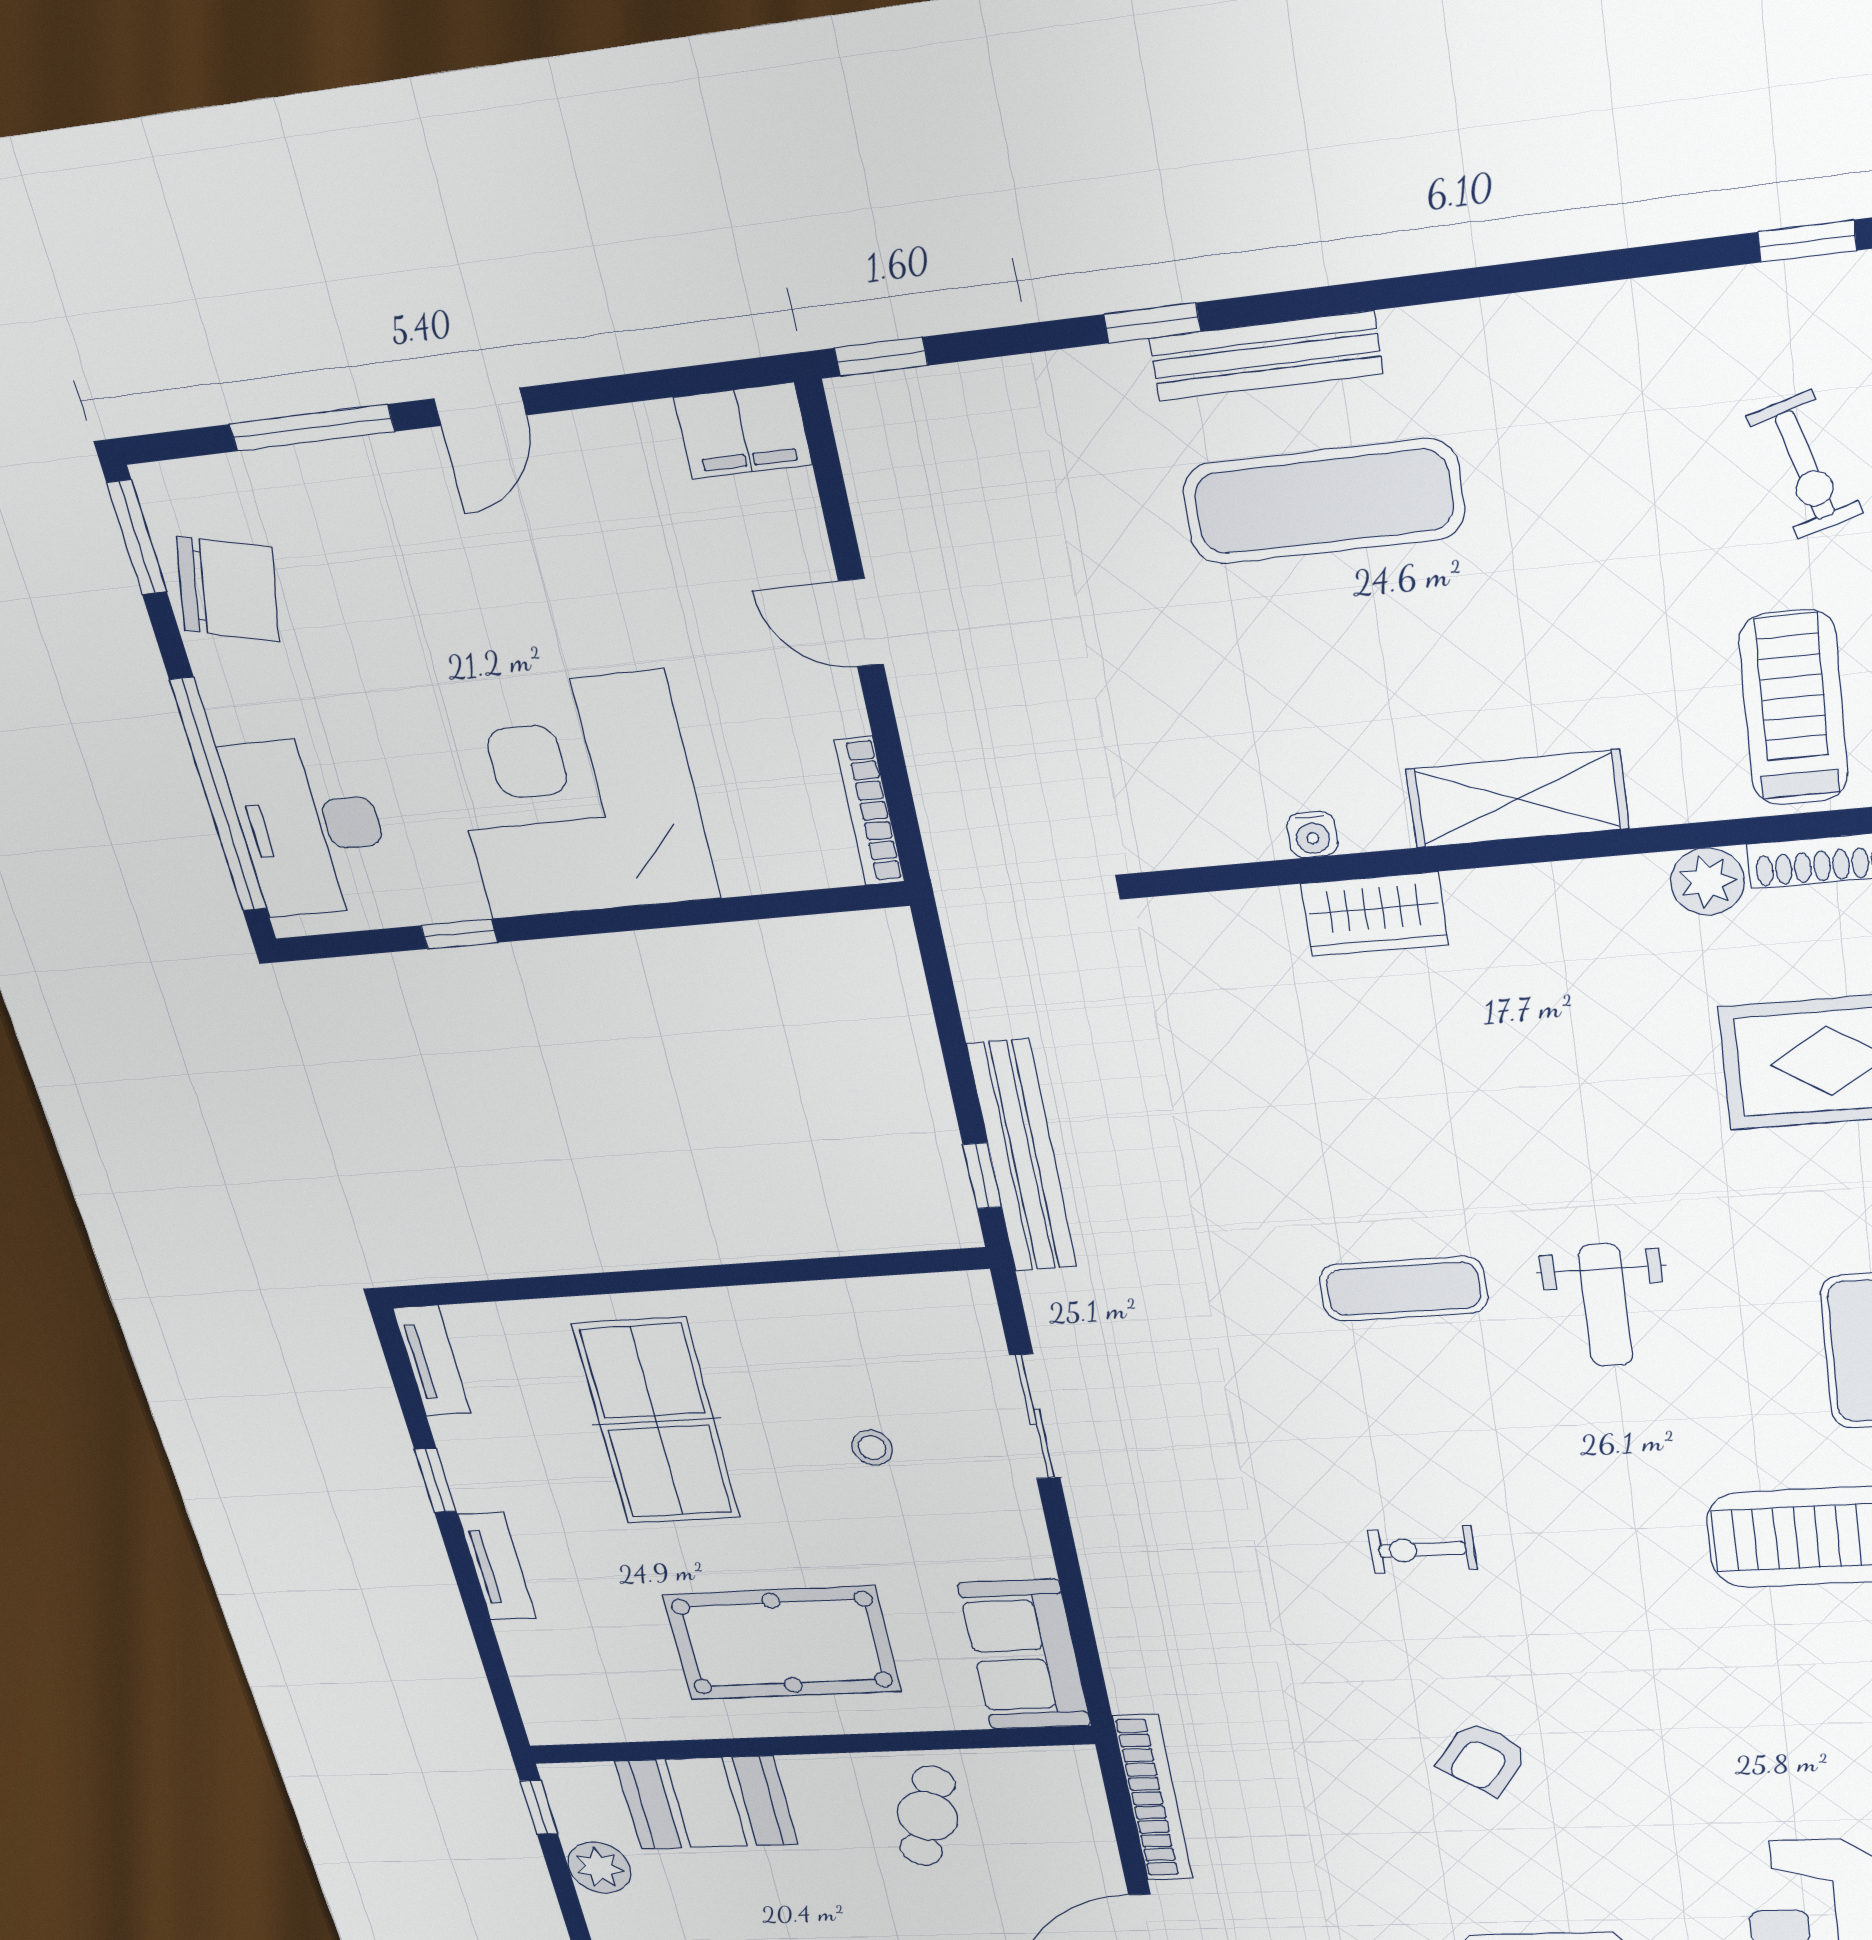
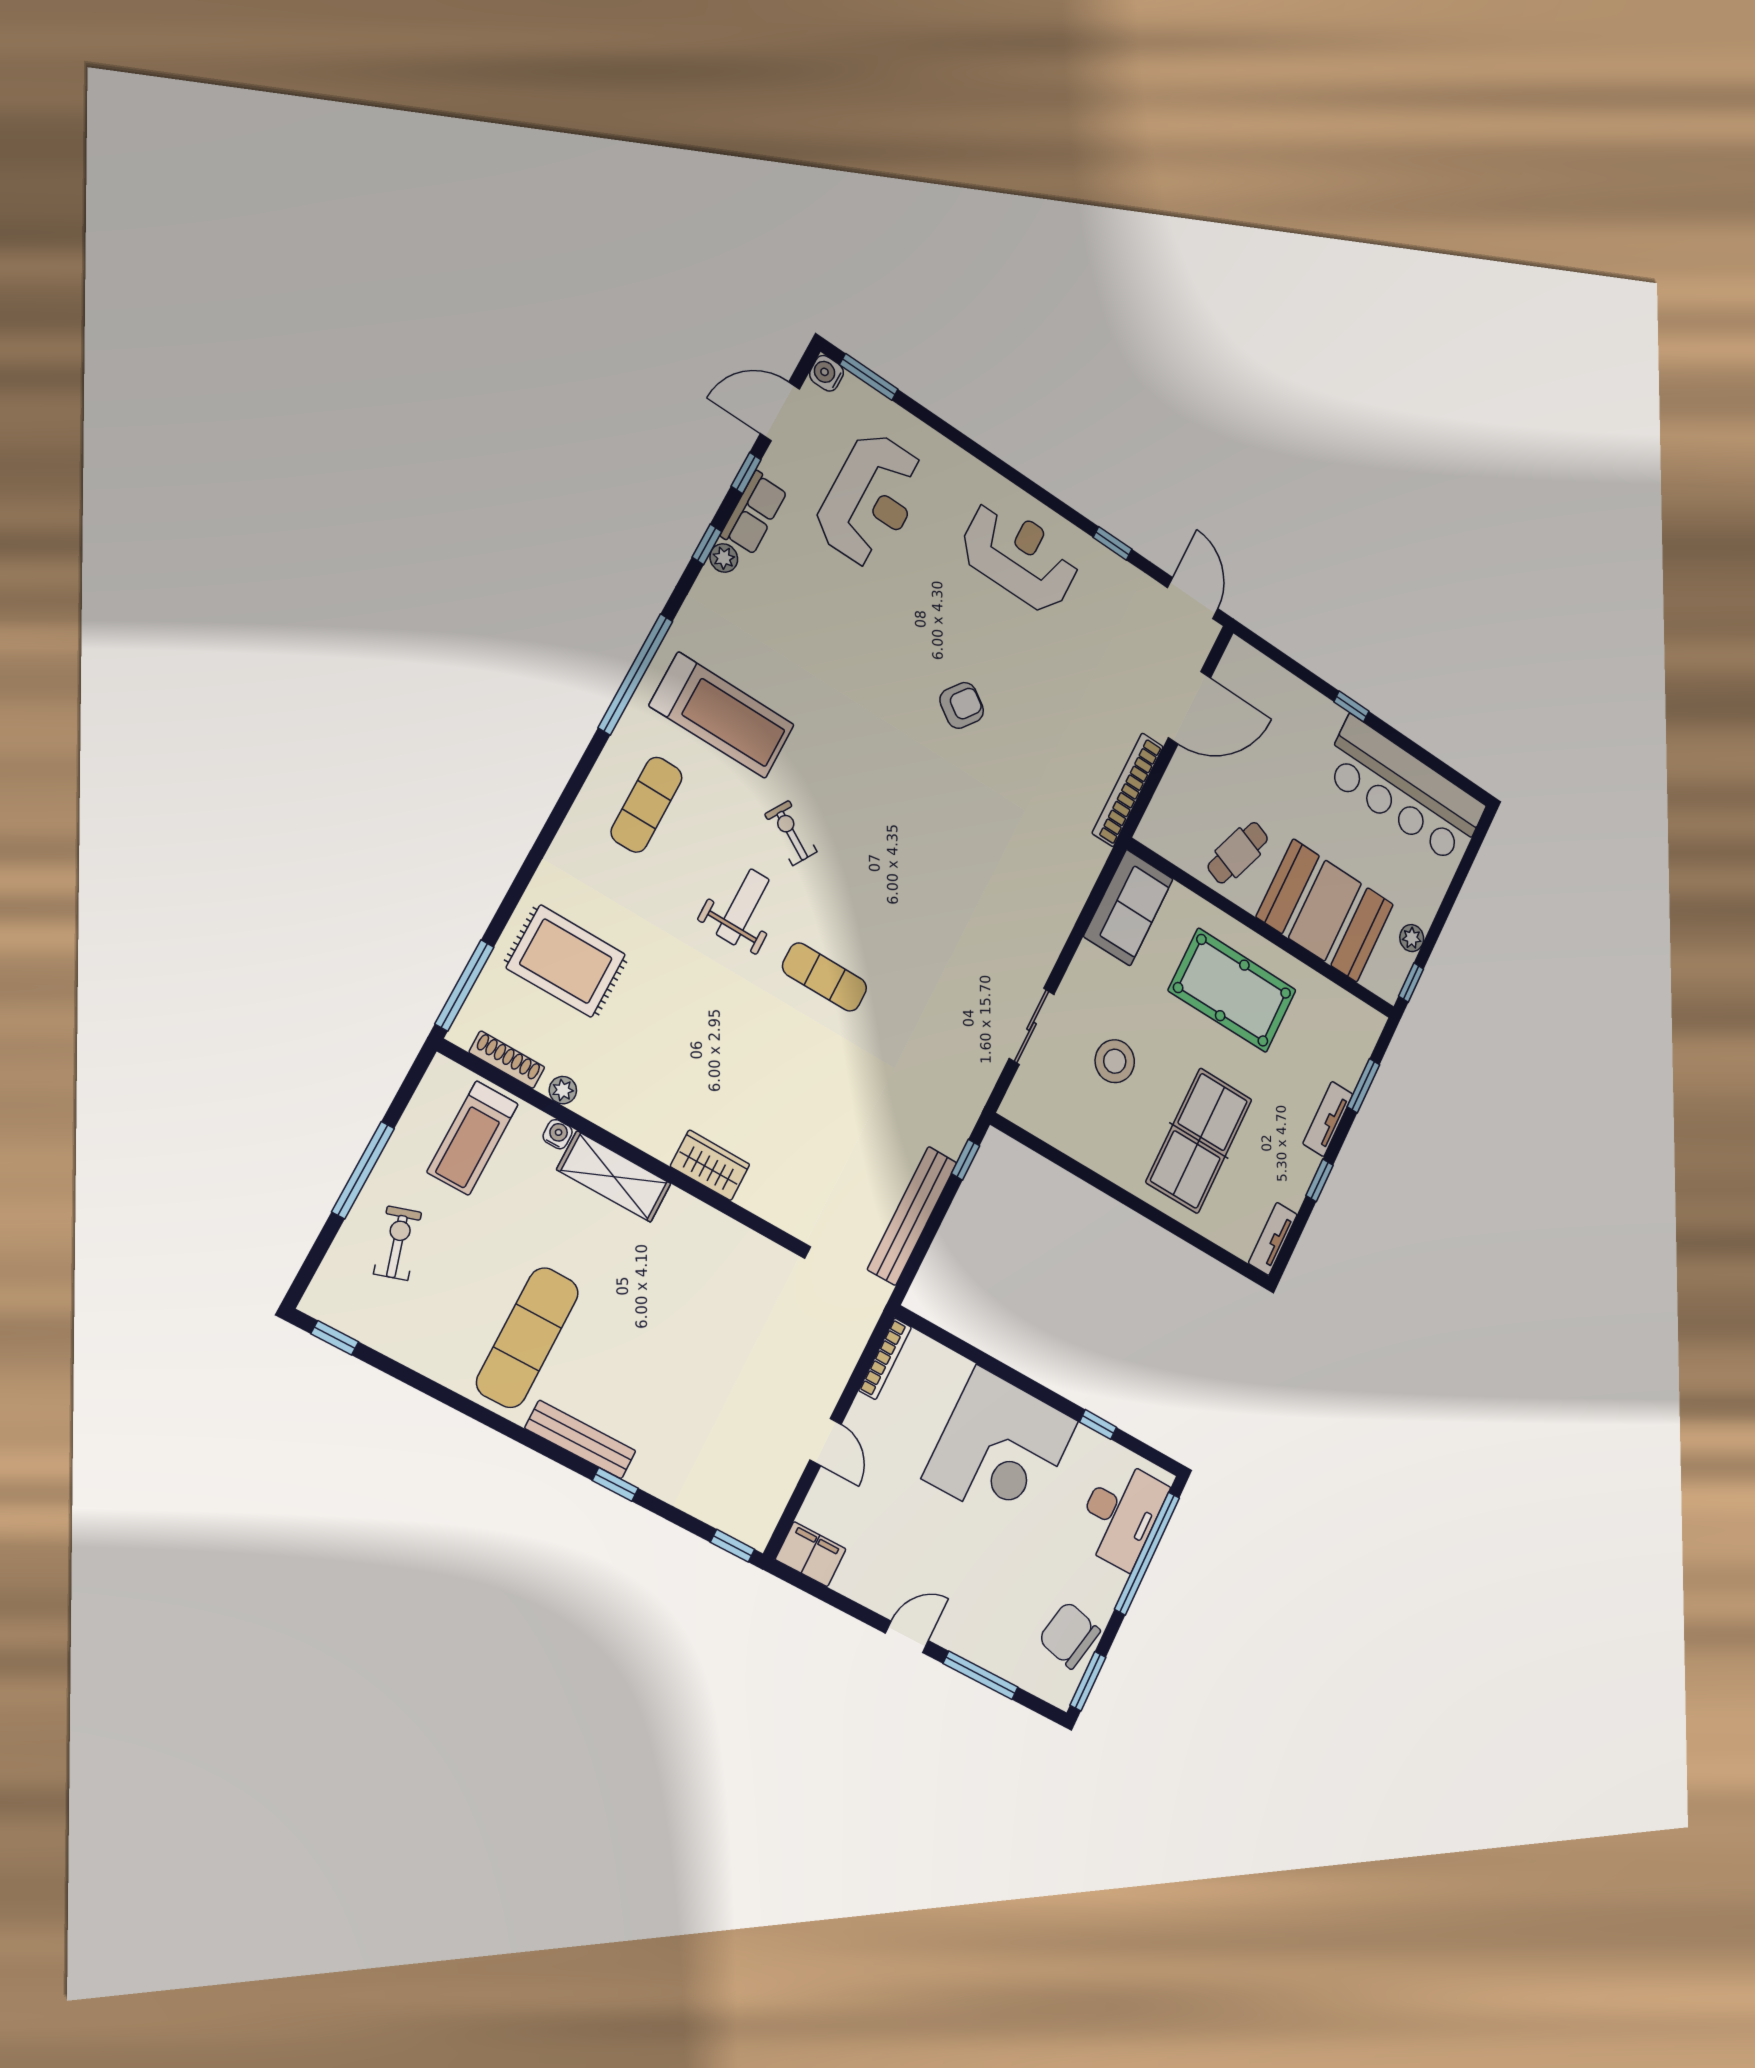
exercise mat: (1323, 502) -> (527, 1338), moved, turned 90
water cooler: (1312, 835) -> (558, 1134), moved
plant: (1708, 881) -> (563, 1090), width x0.73, depth x0.73
bench: (1022, 1157) -> (912, 1216), moved
stool: (872, 1448) -> (1115, 1061), width x1.89, depth x1.89
exercise bike: (1423, 1550) -> (791, 833), moved, turned -149
window: (486, 1640) -> (1363, 1086), added
booth: (706, 1803) -> (1325, 911), width x1.36, depth x1.42
plant: (599, 1868) -> (1412, 938), width x0.73, depth x0.73

